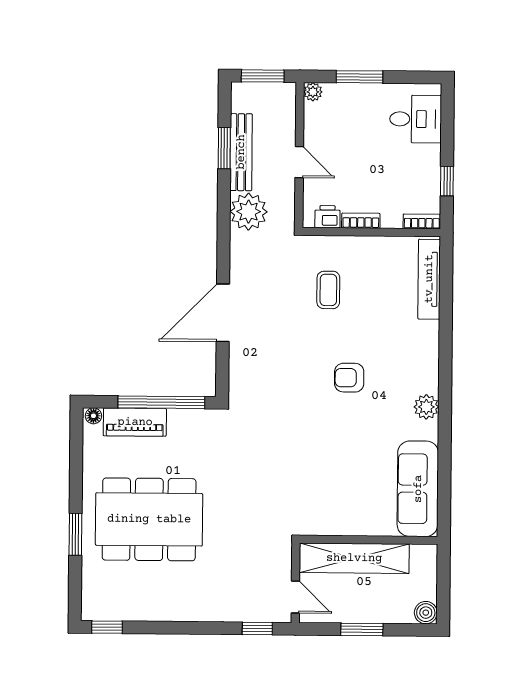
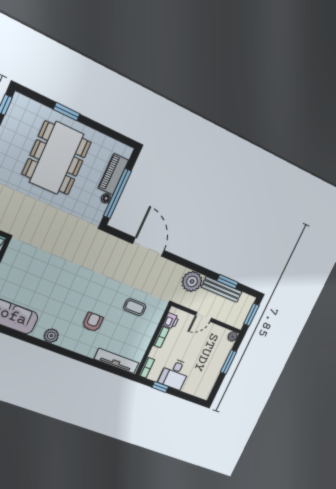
desk: (416, 119) -> (175, 374), moved
armchair: (349, 378) -> (93, 322), moved
floor lamp: (93, 416) -> (106, 198), moved

